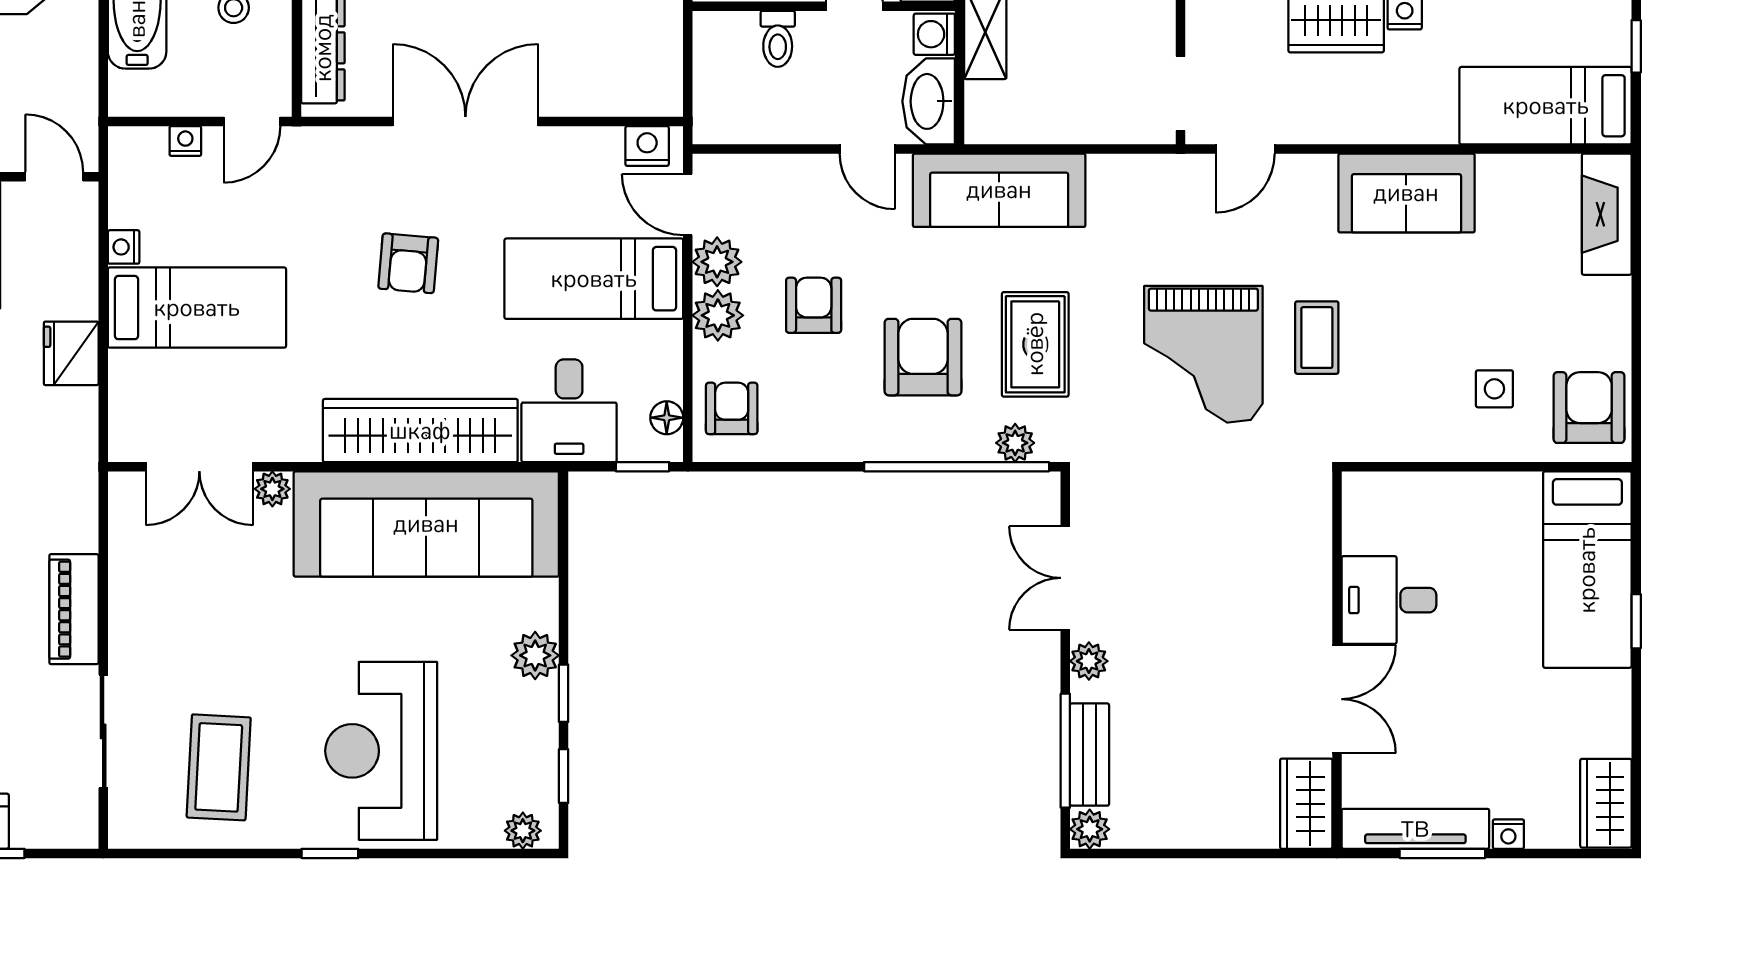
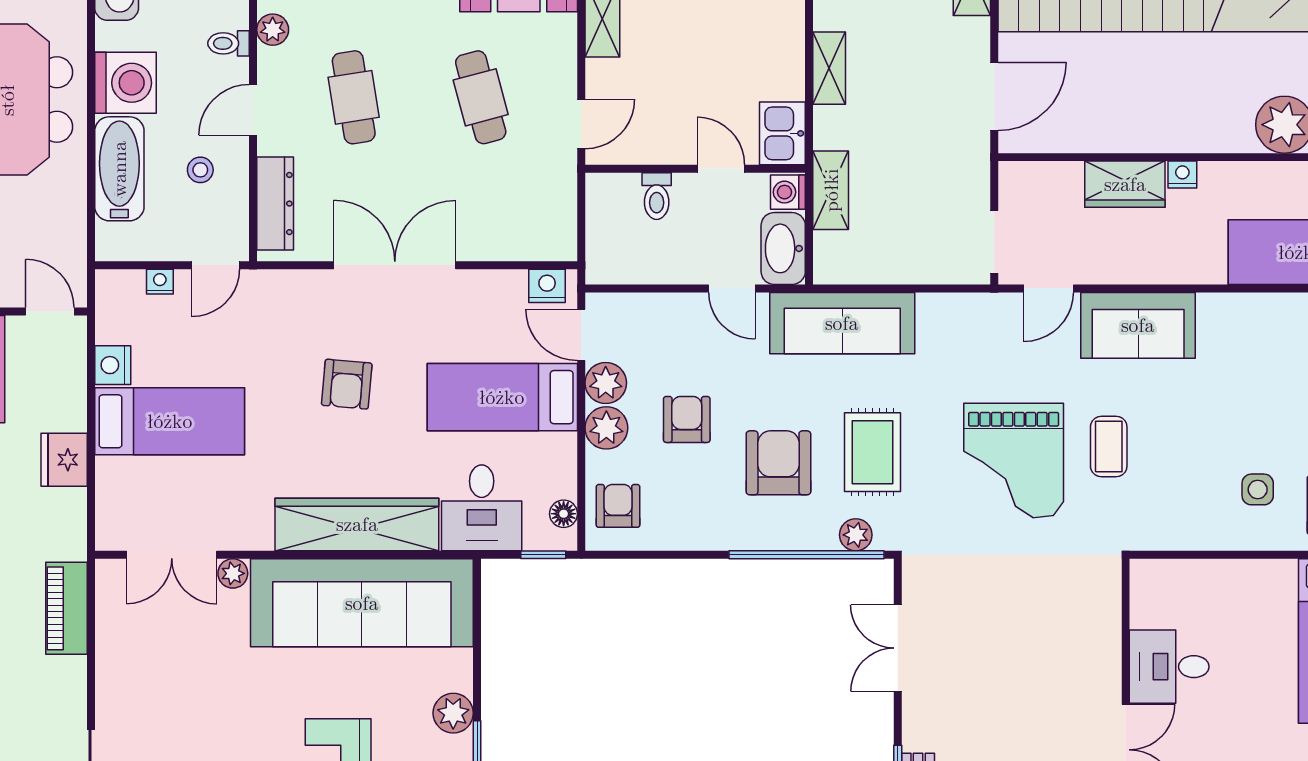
sofa: (1406, 193) -> (1138, 325), moved
nightstand: (124, 247) -> (113, 365), width x1.39, depth x1.35
piano: (74, 609) -> (66, 608), moved
plant: (1089, 661) -> (917, 718), removed

